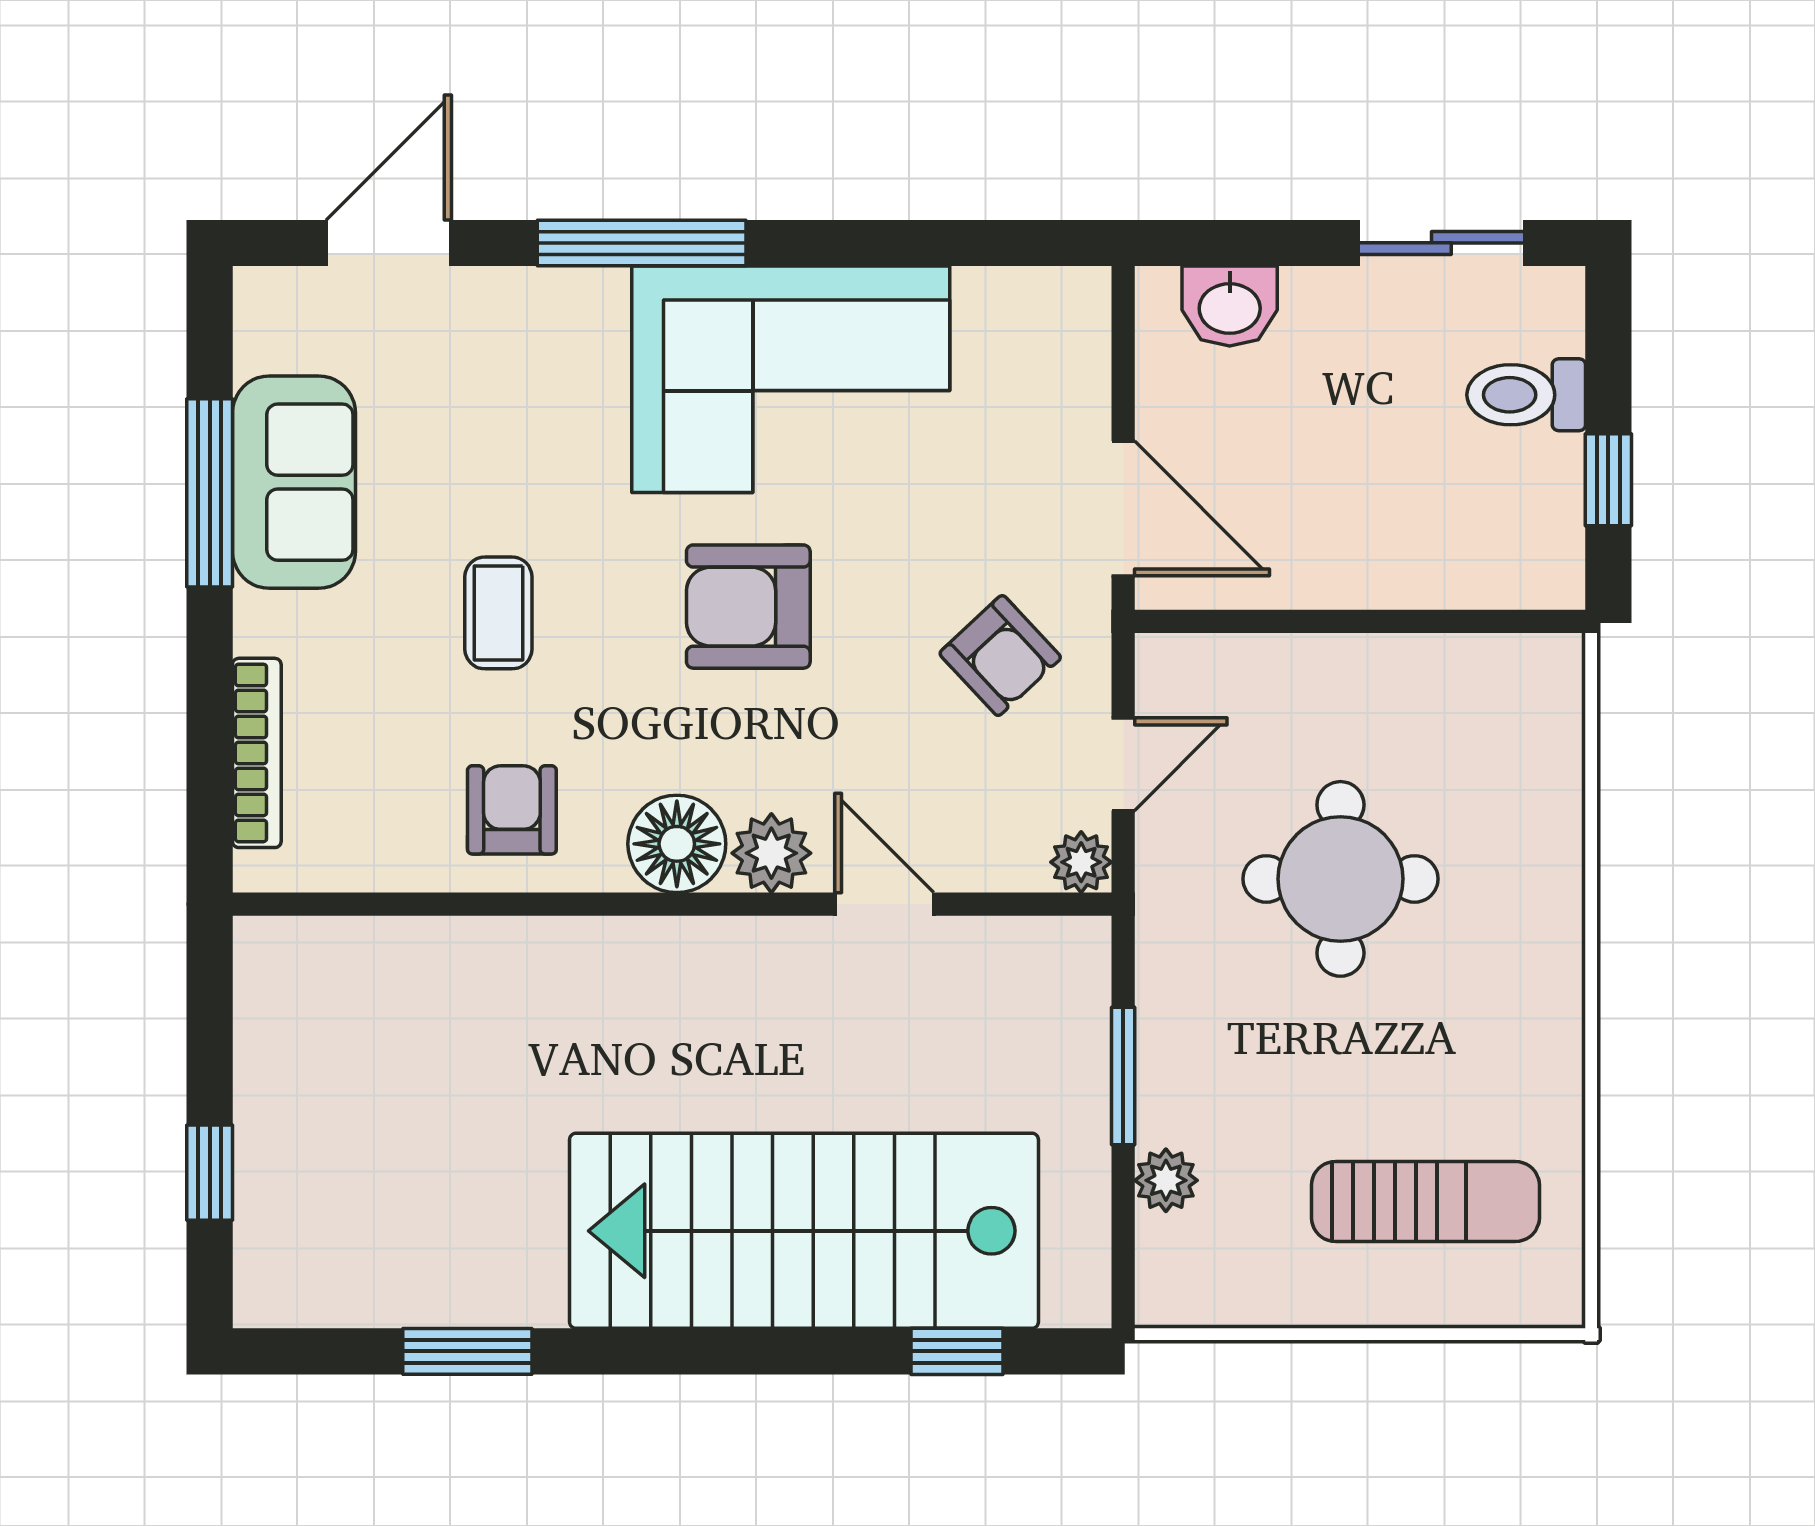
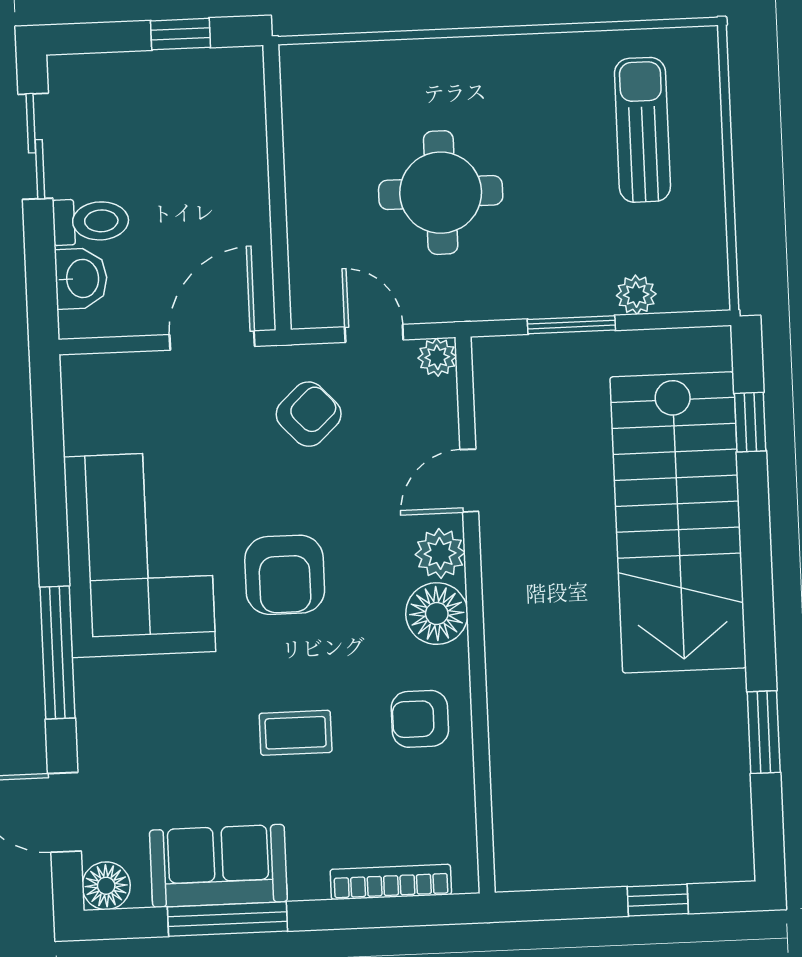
floor lamp: (270, 304) -> (106, 886), added
toilet: (1526, 395) -> (91, 221), moved, turned -90

